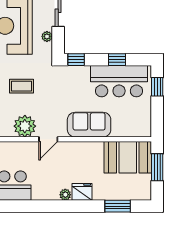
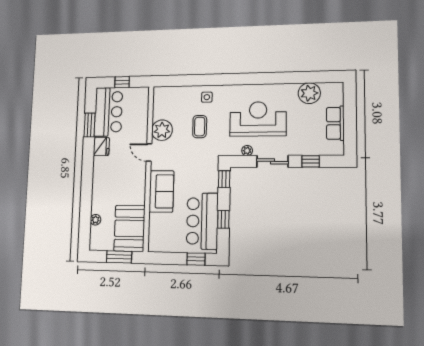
fridge: (82, 192) -> (101, 147), moved
plant: (65, 195) -> (95, 220), moved
window: (118, 206) -> (90, 125), moved

